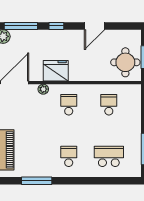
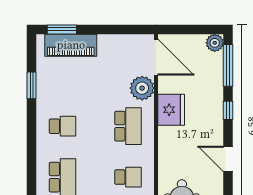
plant: (43, 89) -> (142, 88), width x1.88, depth x1.88
school desk: (69, 105) -> (128, 126), width x1.85
window: (37, 181) -> (32, 85), width x0.69

